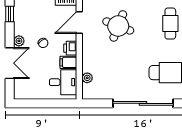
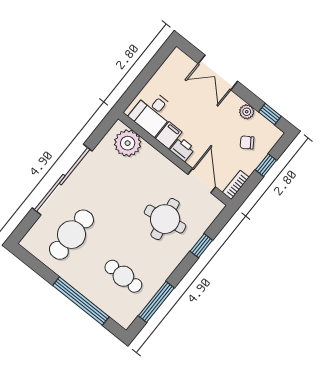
round table: (118, 26) -> (165, 219), turned -31
plant: (19, 41) -> (247, 112), moved
chair: (43, 43) -> (247, 142), moved
plant: (87, 78) -> (128, 143), width x1.87, depth x1.87

